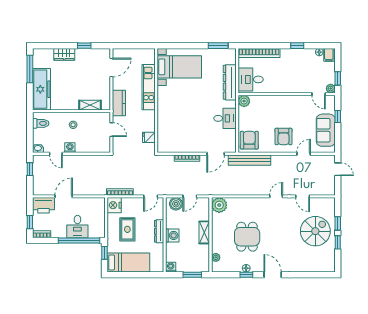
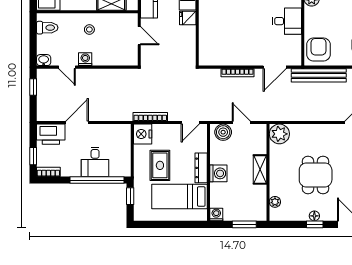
fridge: (149, 137) -> (188, 18), moved
door: (190, 196) -> (241, 123), swing flipped
bed: (128, 262) -> (179, 197), moved, turned 180

